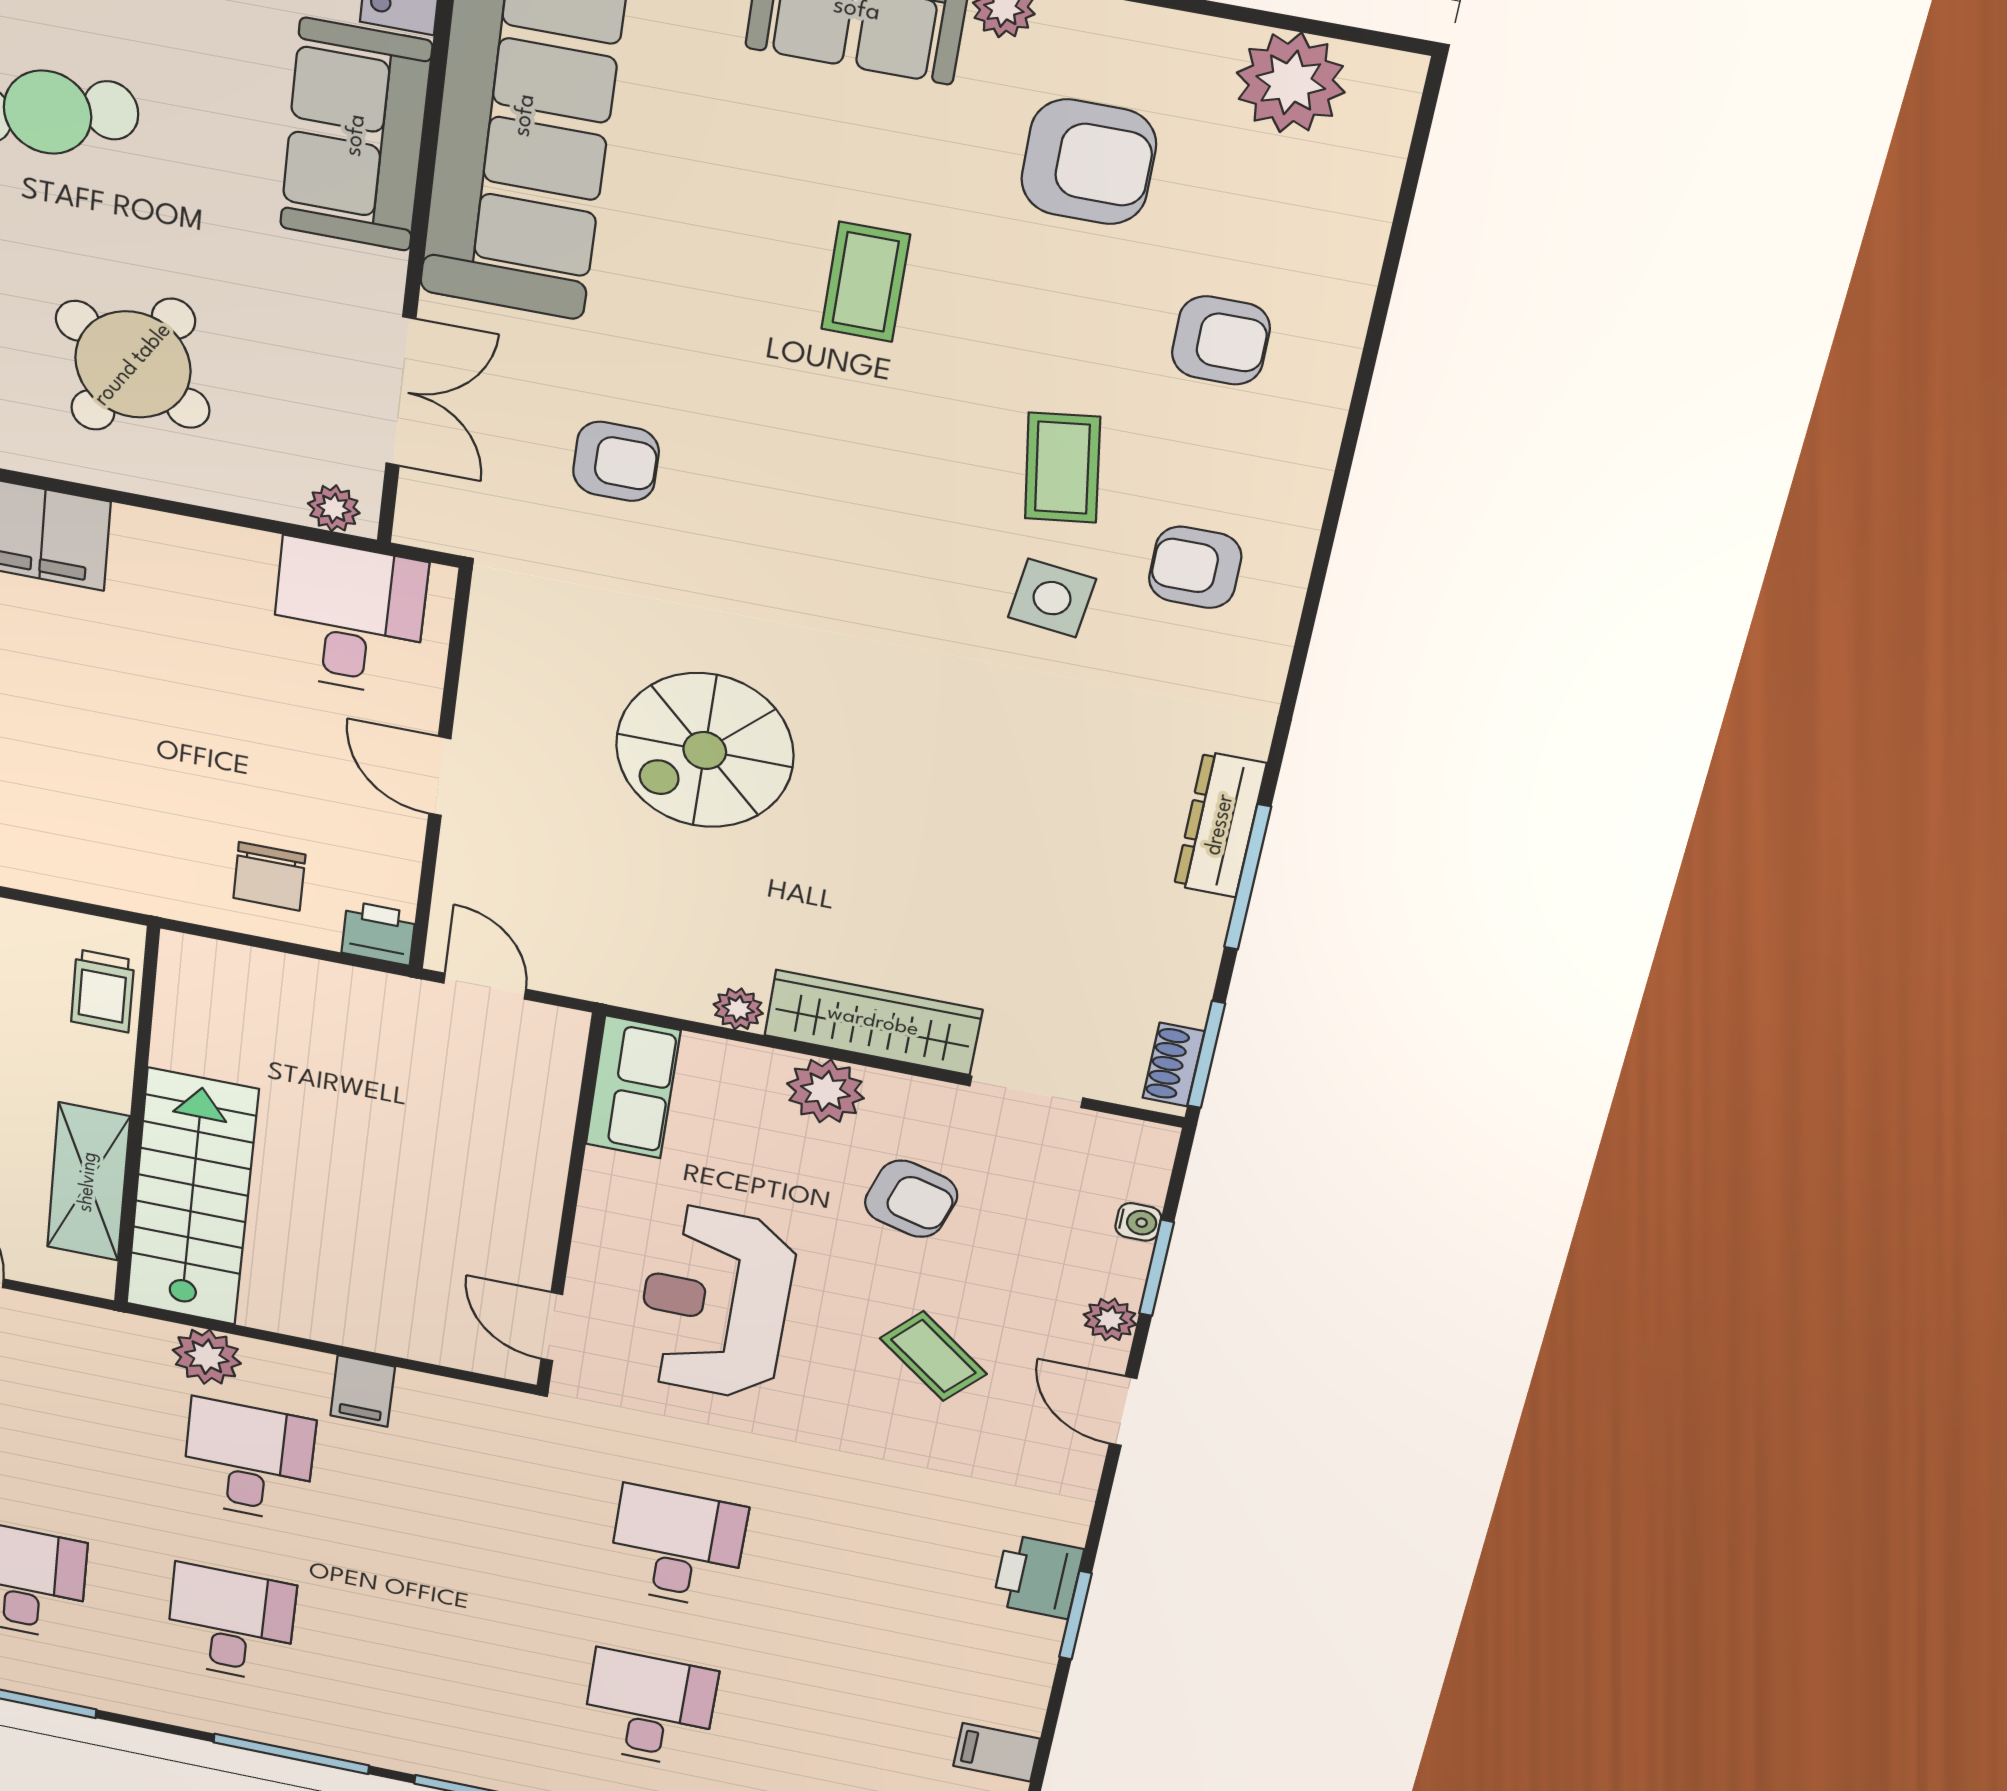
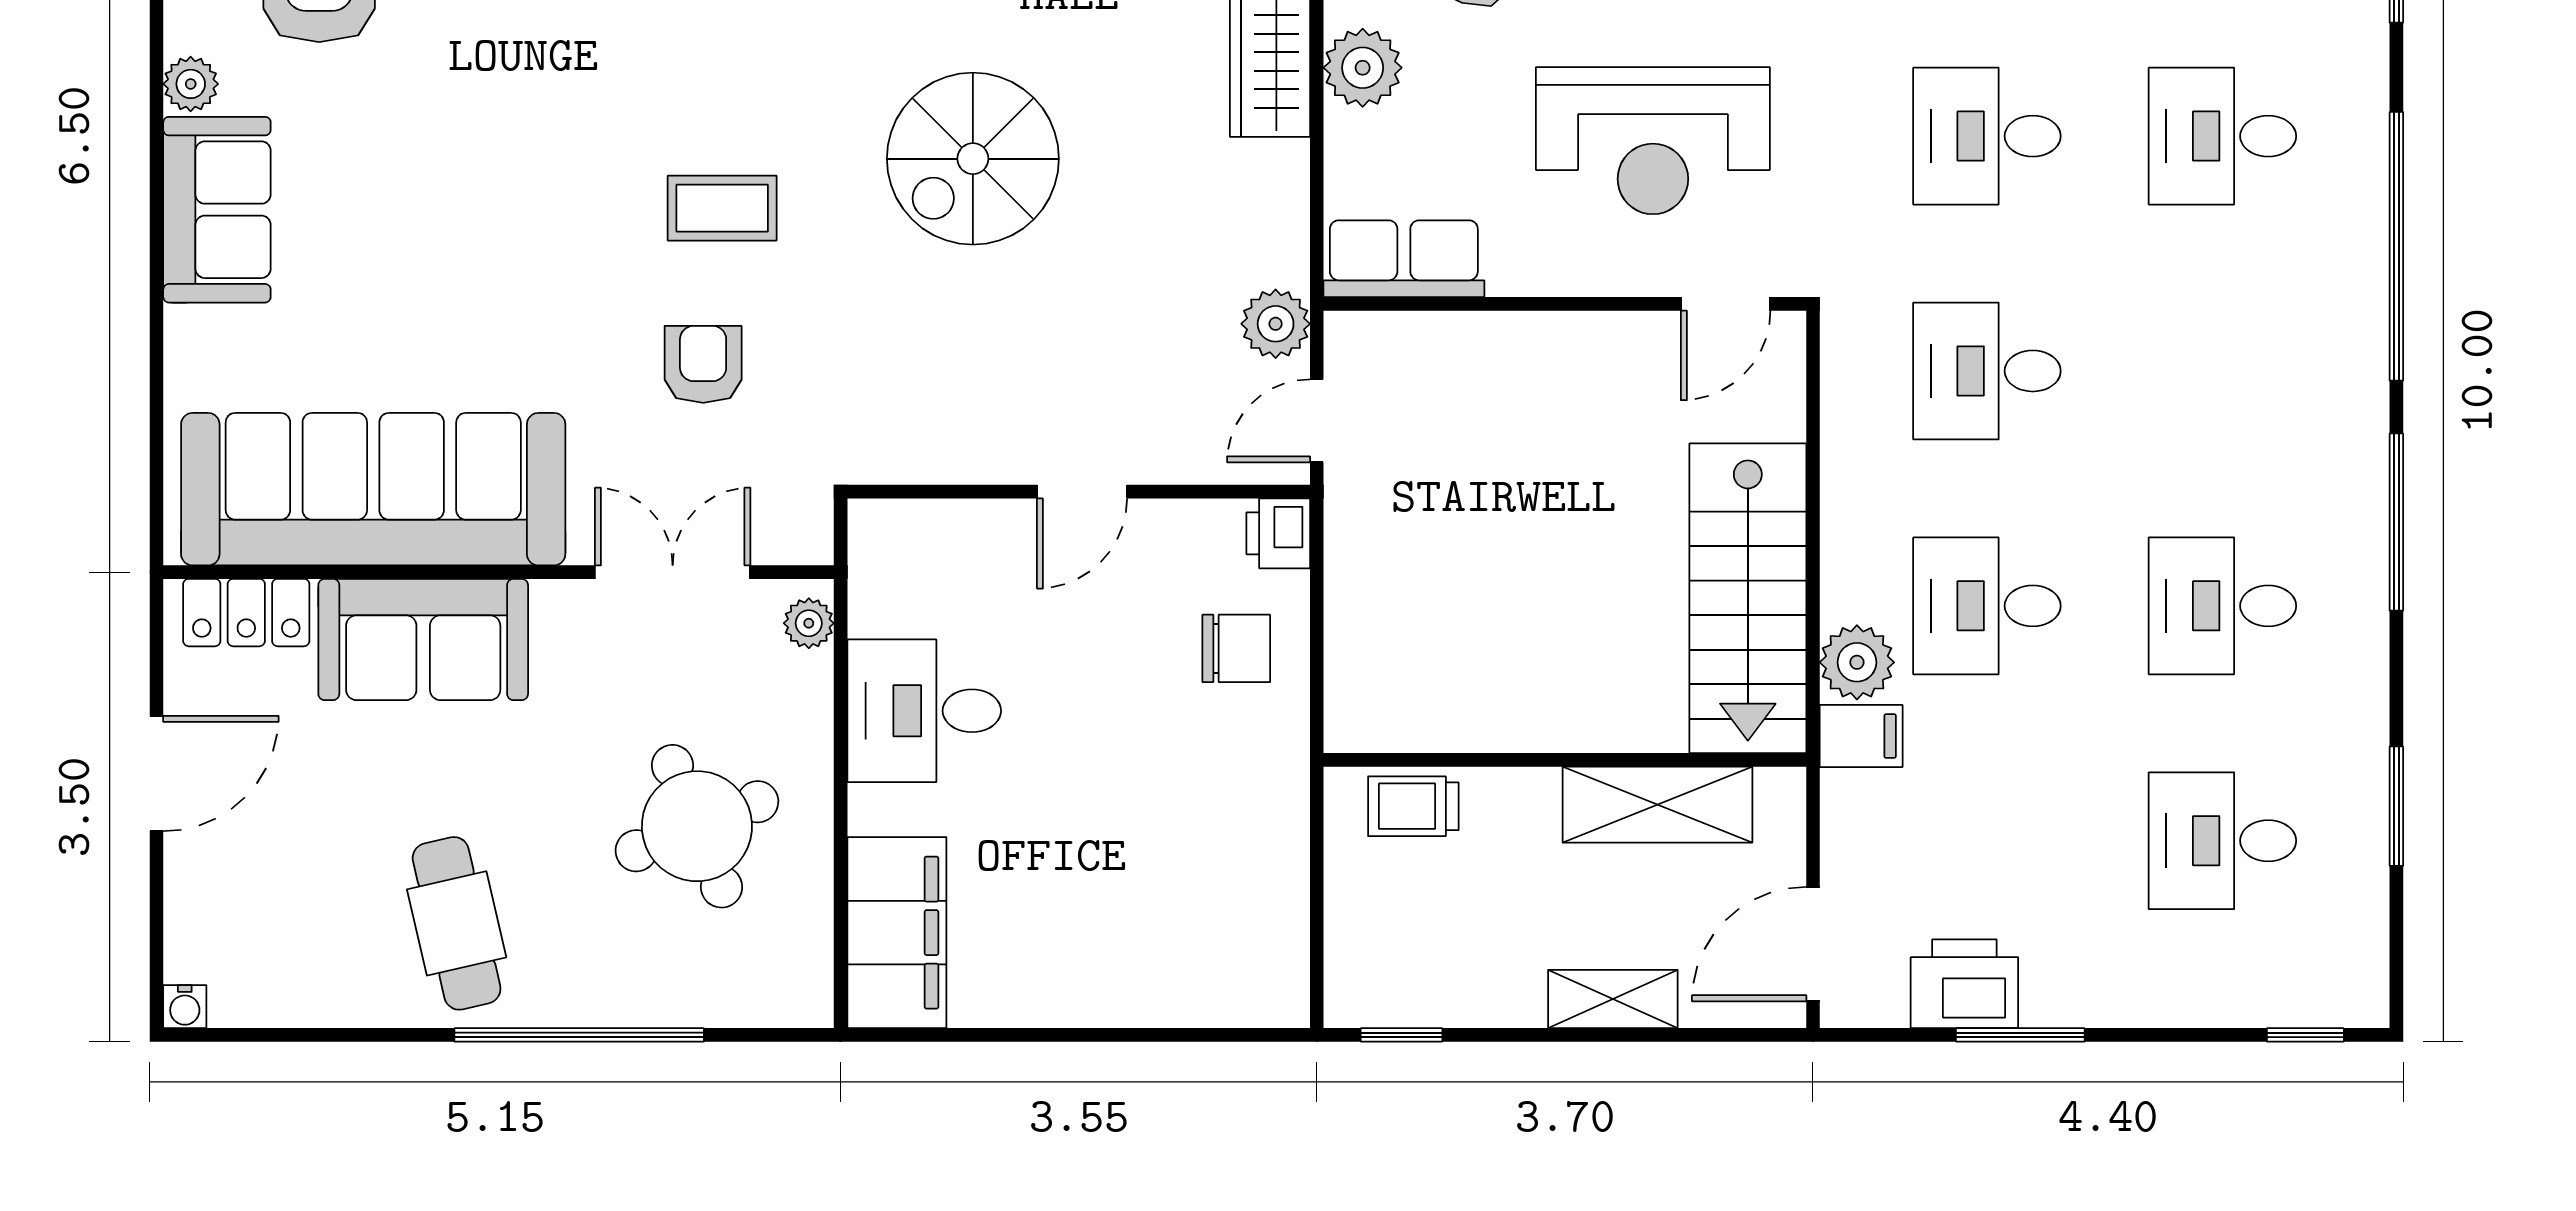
coffee table: (866, 282) -> (722, 208), moved
round table: (133, 365) -> (697, 826), turned 36
desk: (349, 617) -> (924, 711), moved
spiral stairs: (705, 750) -> (973, 159), moved, turned 90
trolley: (103, 991) -> (1413, 806), turned 180
plant: (738, 1009) -> (1276, 324), moved, width x1.38, depth x1.38
stairs: (192, 1198) -> (1748, 598), moved, turned -90
filing cabinet: (363, 1391) -> (1861, 736), moved
desk: (462, 1504) -> (1987, 371), added

